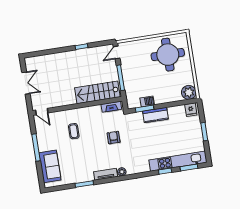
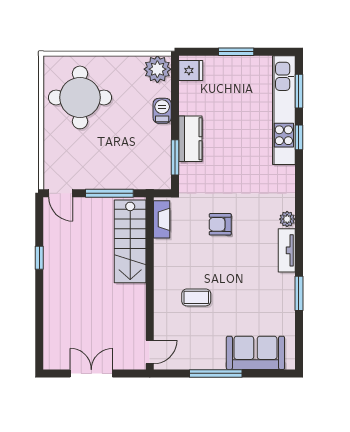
barbecue: (147, 101) -> (162, 111), moved

